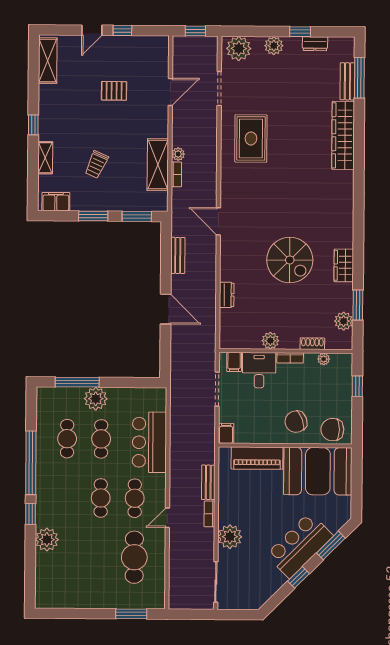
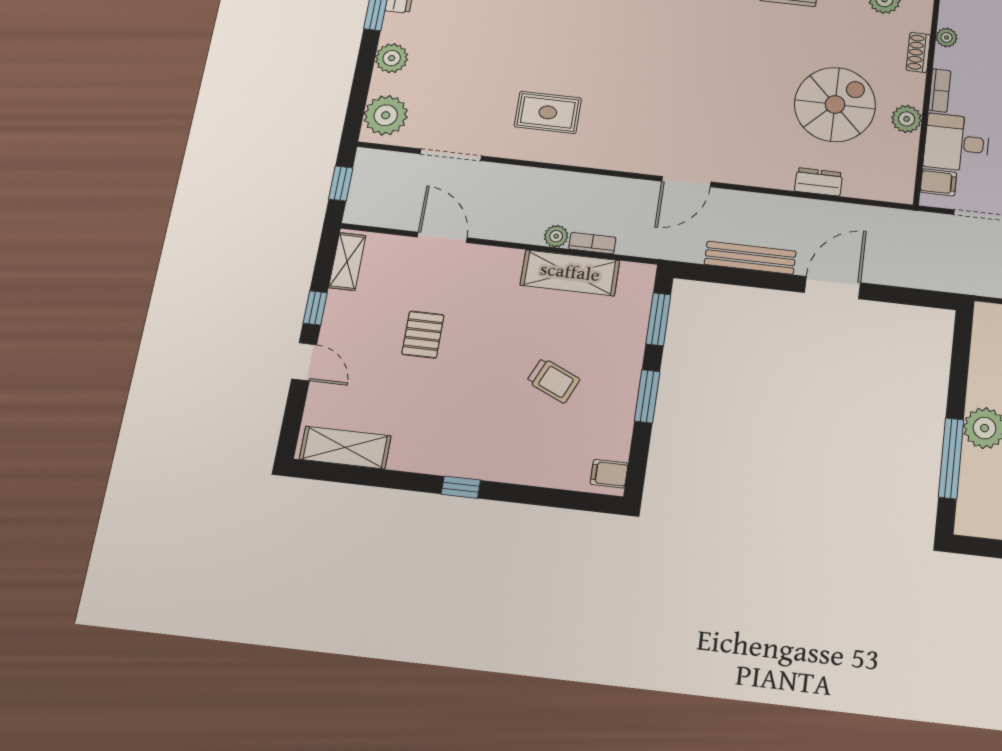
rug: (251, 138) -> (548, 112), width x0.73, depth x0.70
shelving: (45, 158) -> (347, 261), moved, turned 90
filing cabinet: (56, 202) -> (609, 474), width x0.50
bench: (178, 255) -> (750, 258), width x1.36
spiral stairs: (290, 260) -> (835, 104), moved

